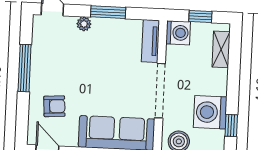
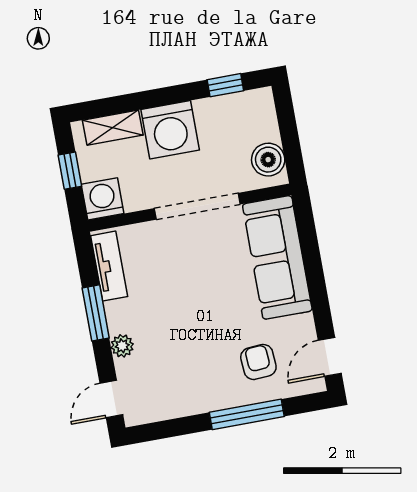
tv unit: (150, 41) -> (109, 266), moved, turned -90
window: (25, 68) -> (247, 414), moved
washing machine: (210, 112) -> (170, 130), moved

